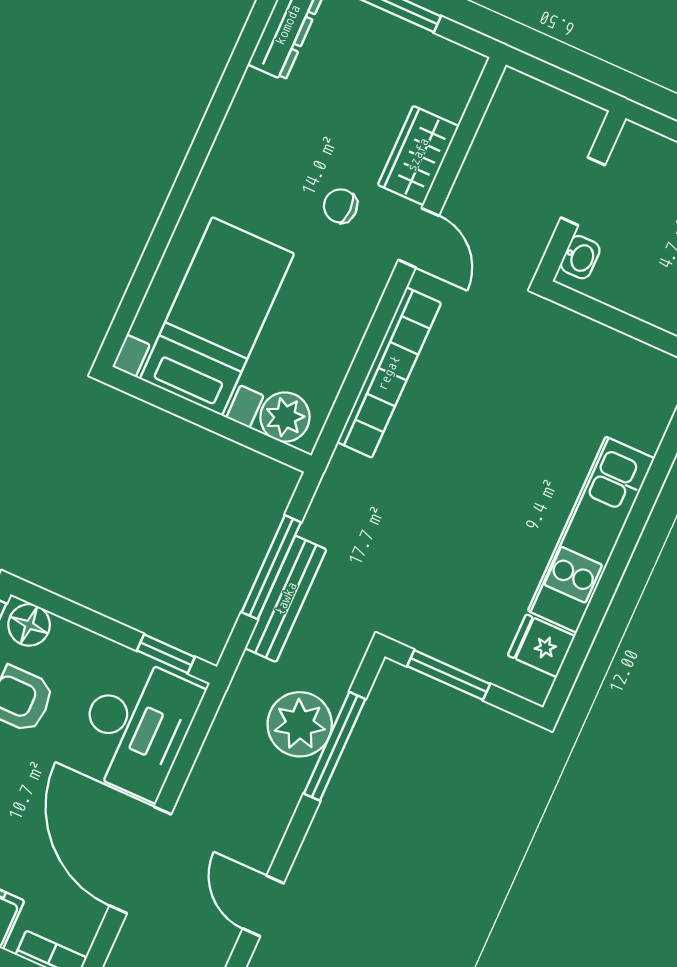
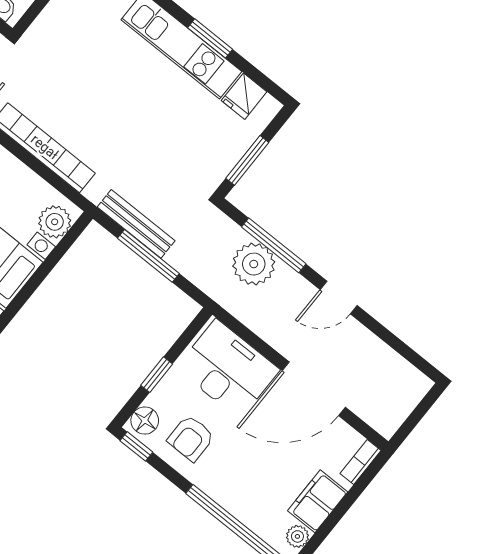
window: (613, 574) -> (210, 38), added
bench: (286, 599) -> (136, 224), moved
window: (166, 654) -> (157, 375), moved
door: (263, 906) -> (339, 297), moved

